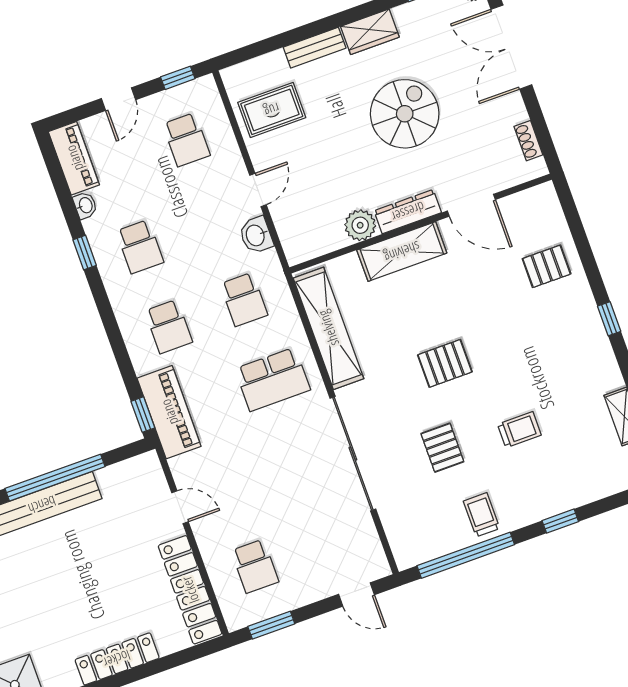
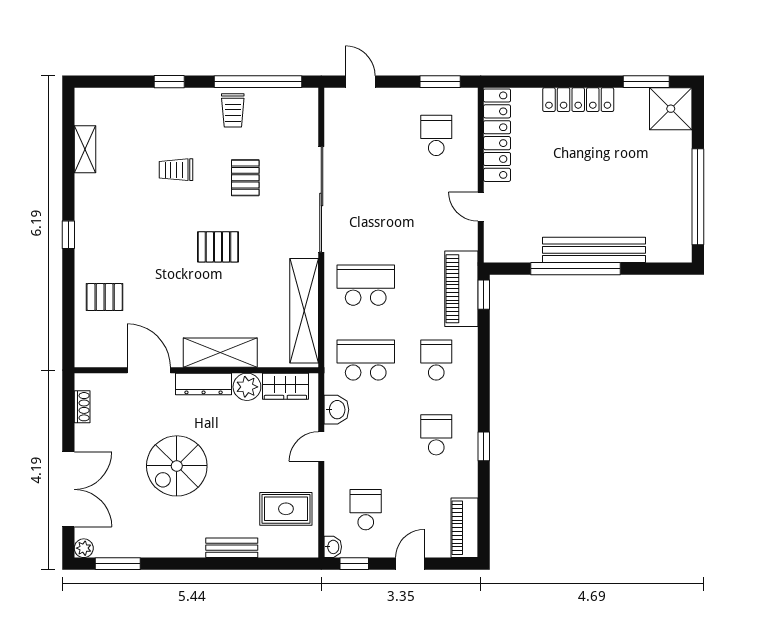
wardrobe: (370, 32) -> (285, 386), moved, turned 180
washbasin: (85, 205) -> (333, 547), moved, turned 180
school desk: (244, 299) -> (366, 360), width x1.85

